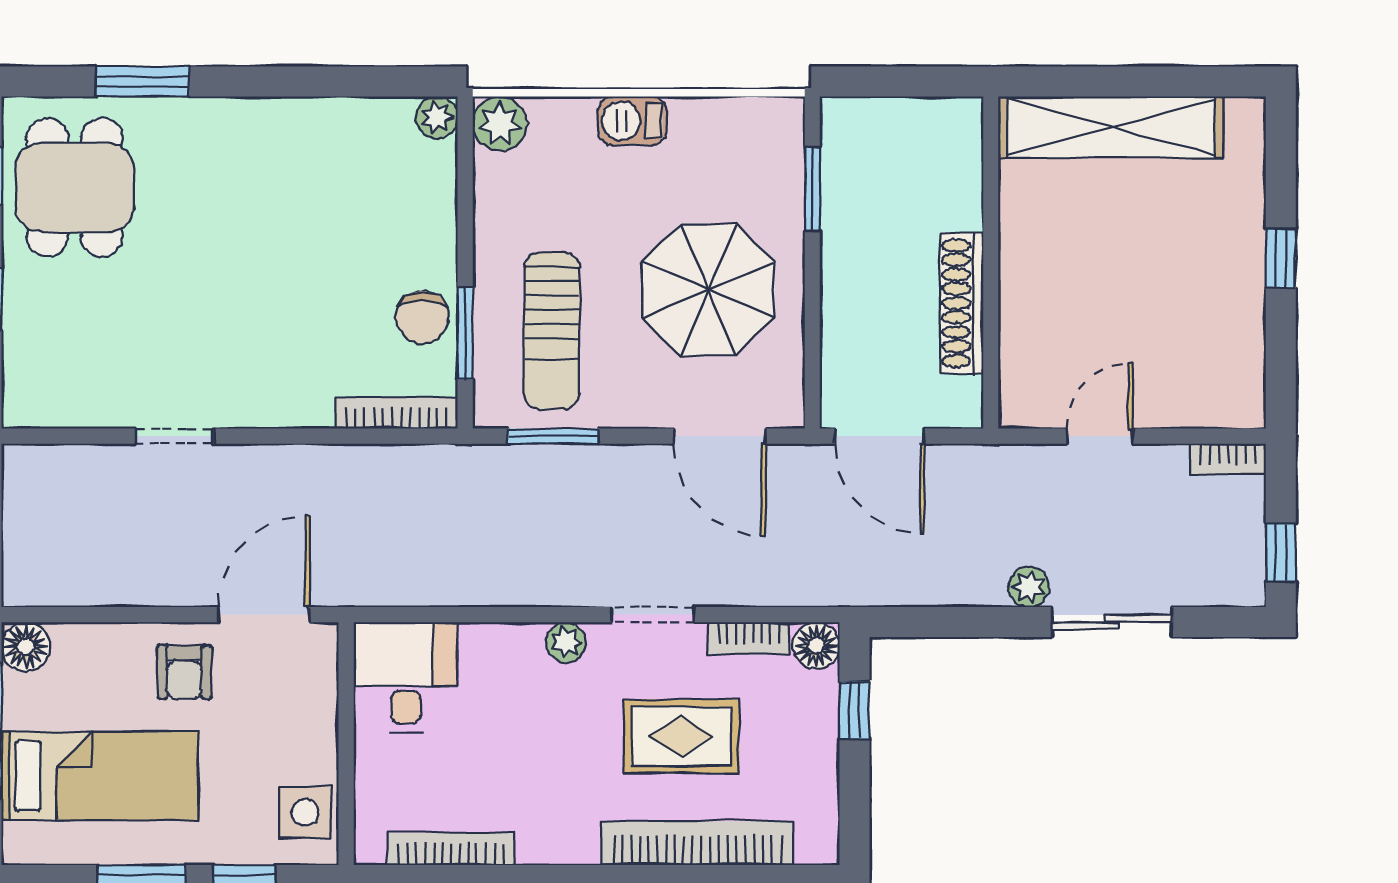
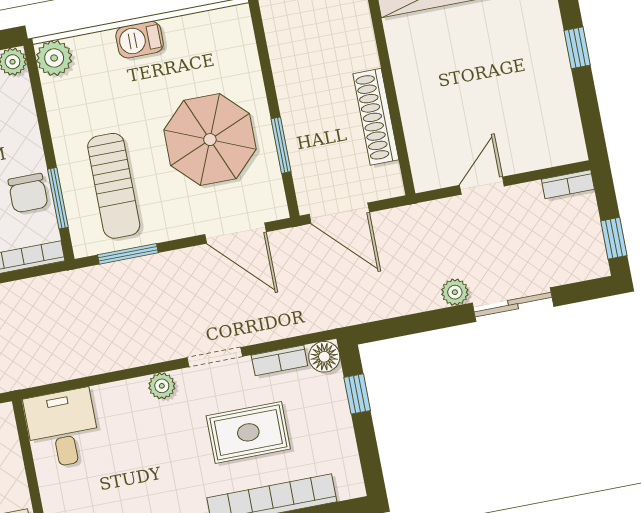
window: (812, 189) -> (281, 145), moved

